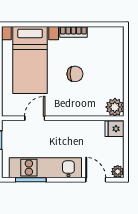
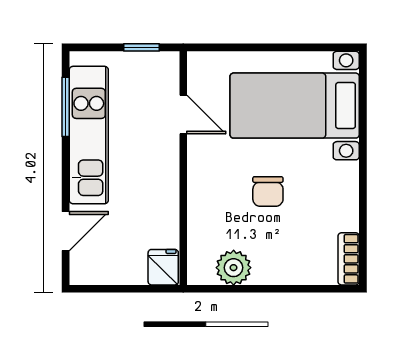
bookcase: (73, 32) -> (349, 259), moved
plant: (115, 107) -> (234, 268), moved
plant: (118, 172) -> (81, 273), removed

